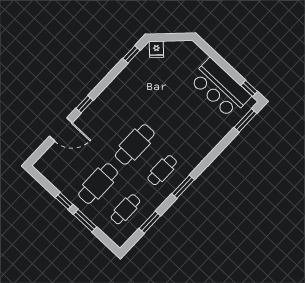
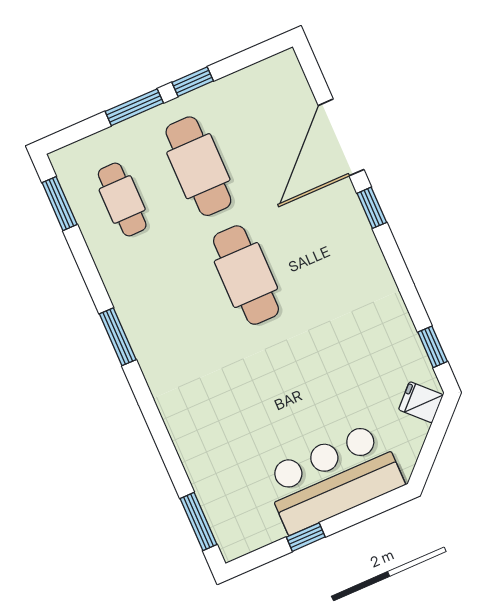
bar counter: (220, 88) -> (333, 478), moved
window: (249, 88) -> (306, 537), moved
door: (61, 129) -> (341, 137), width x1.36
cafe table: (162, 170) -> (170, 308), removed
window: (150, 222) -> (60, 204), moved

